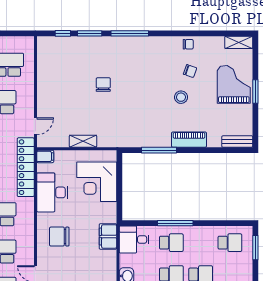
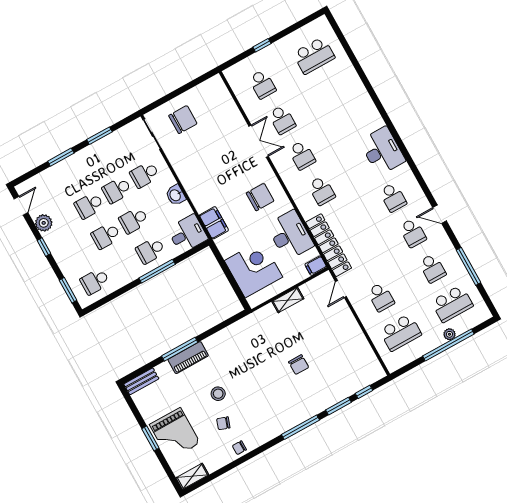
window: (159, 150) -> (180, 349), moved

